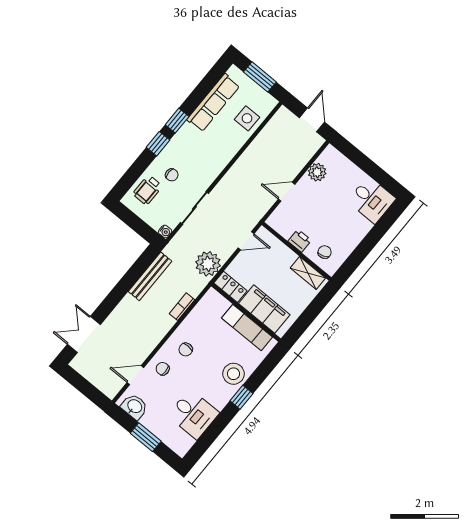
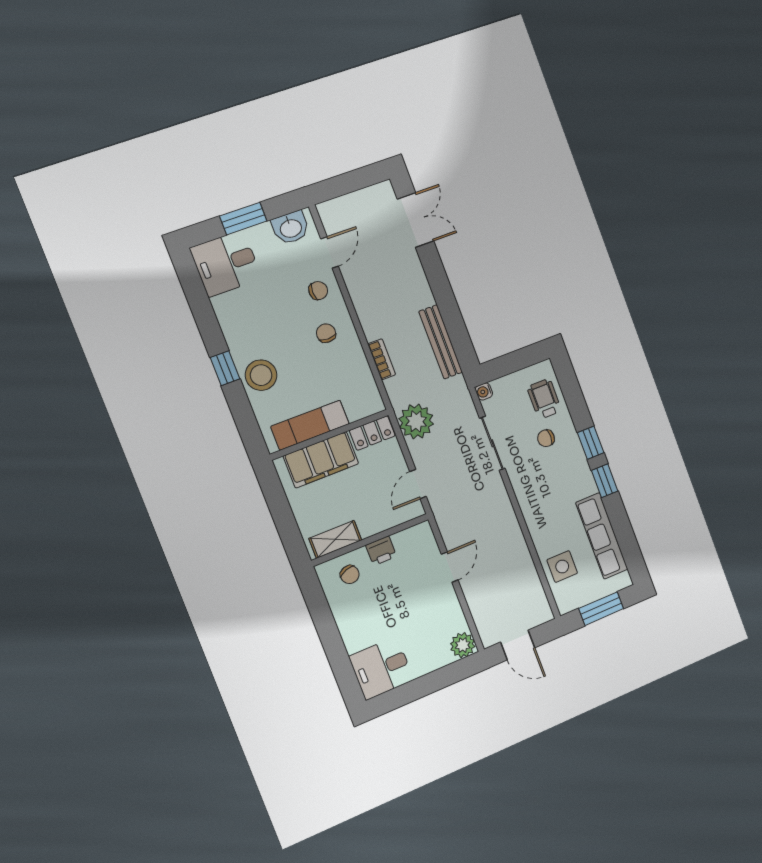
plant: (317, 172) -> (463, 645), moved
desk: (193, 414) -> (226, 263), moved

